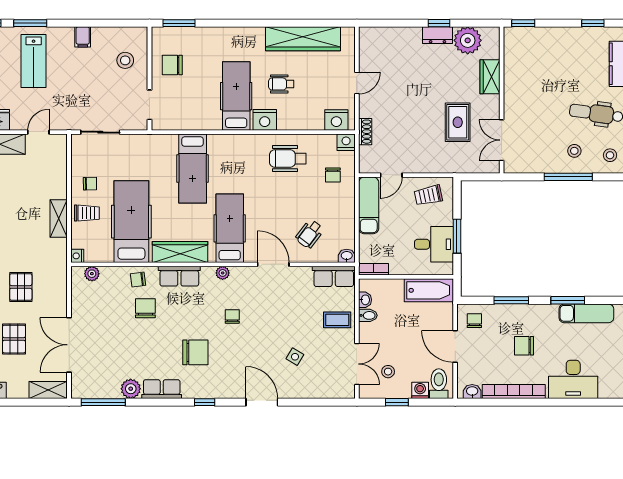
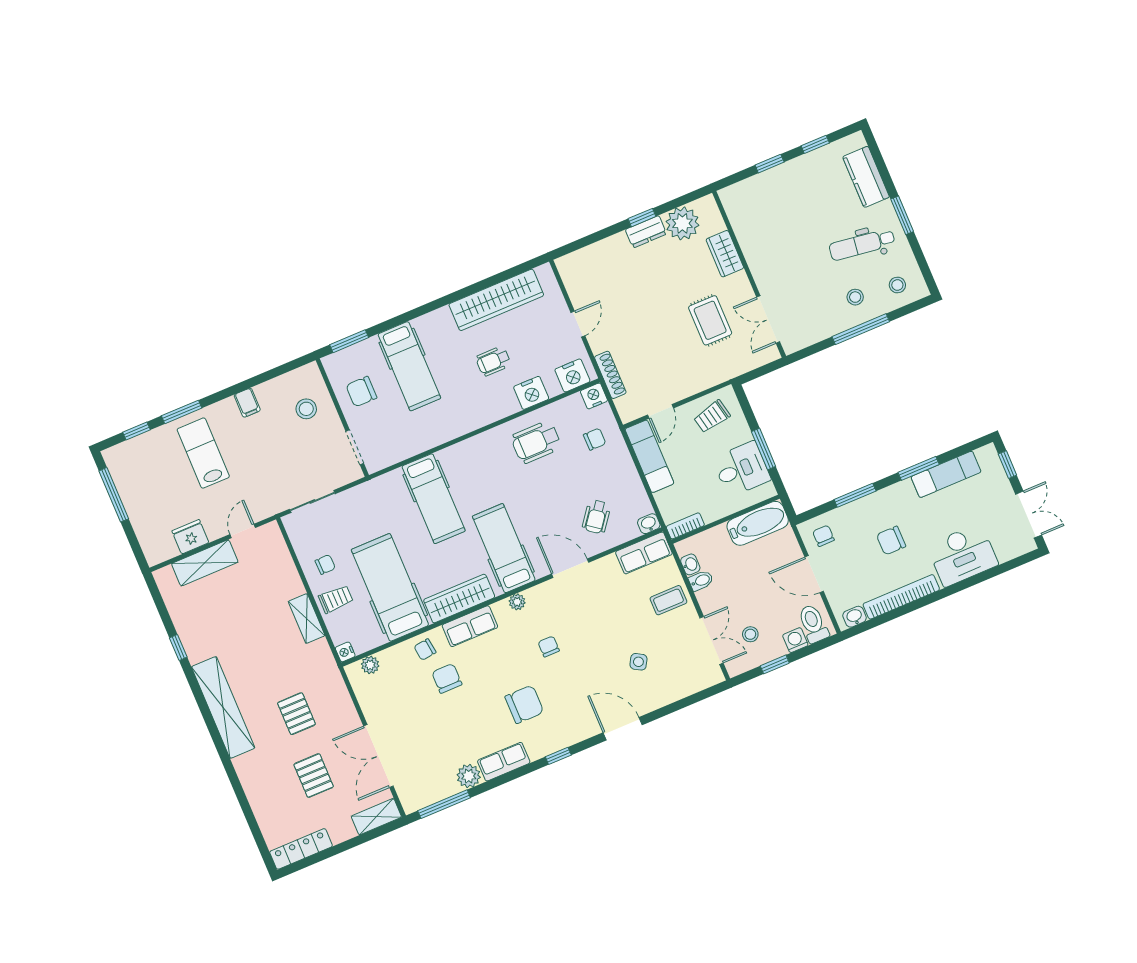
window: (523, 23) -> (770, 164), moved
lab bench: (34, 61) -> (203, 453), turned 180
hospital bed: (236, 96) -> (409, 366), moved, turned 180
nightstand: (265, 120) -> (531, 393), moved
shoe rack: (365, 132) -> (610, 375), width x1.43
chair: (333, 175) -> (595, 439), turned -90

